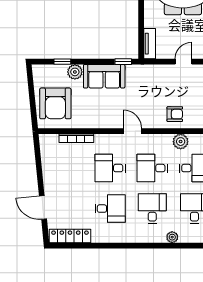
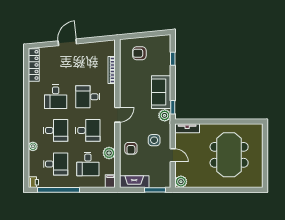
plant: (75, 72) -> (165, 115), moved
side table: (165, 85) -> (154, 140), added
armchair: (55, 103) -> (139, 53), width x0.53, depth x0.53
desk: (110, 168) -> (88, 97), turned -90
desk: (152, 168) -> (88, 130), turned 90
door: (43, 207) -> (67, 42), moved

